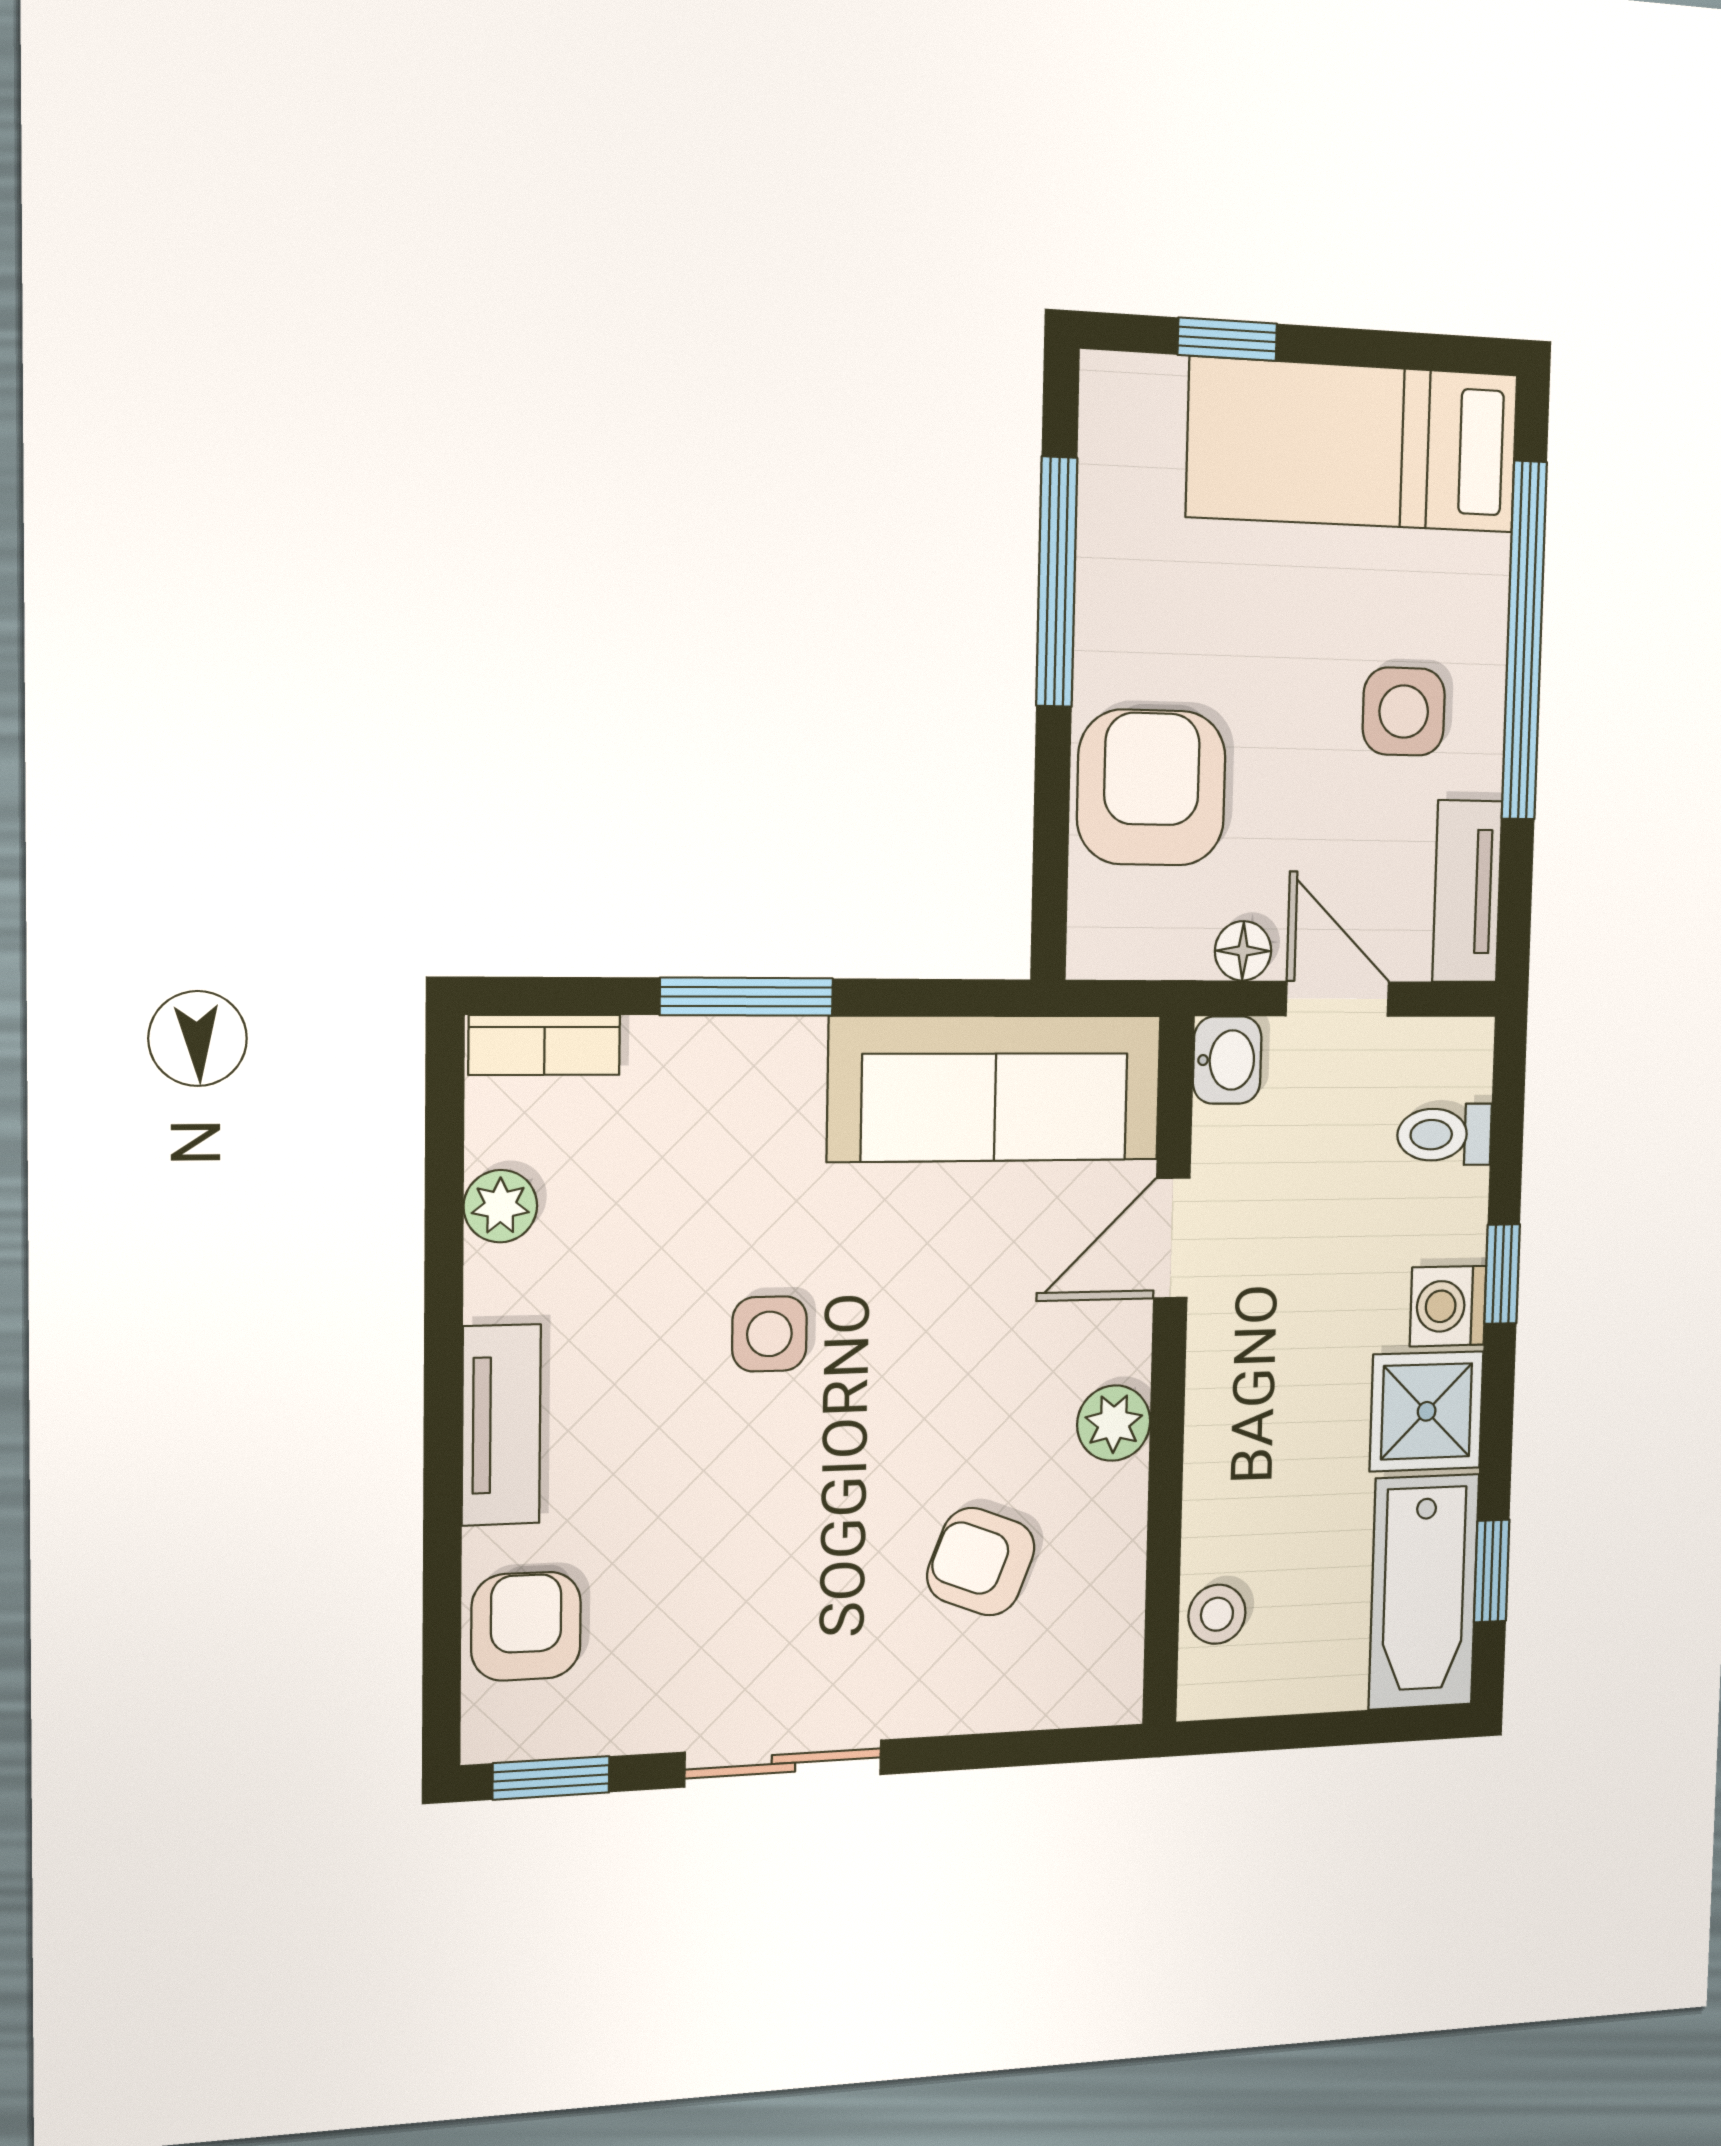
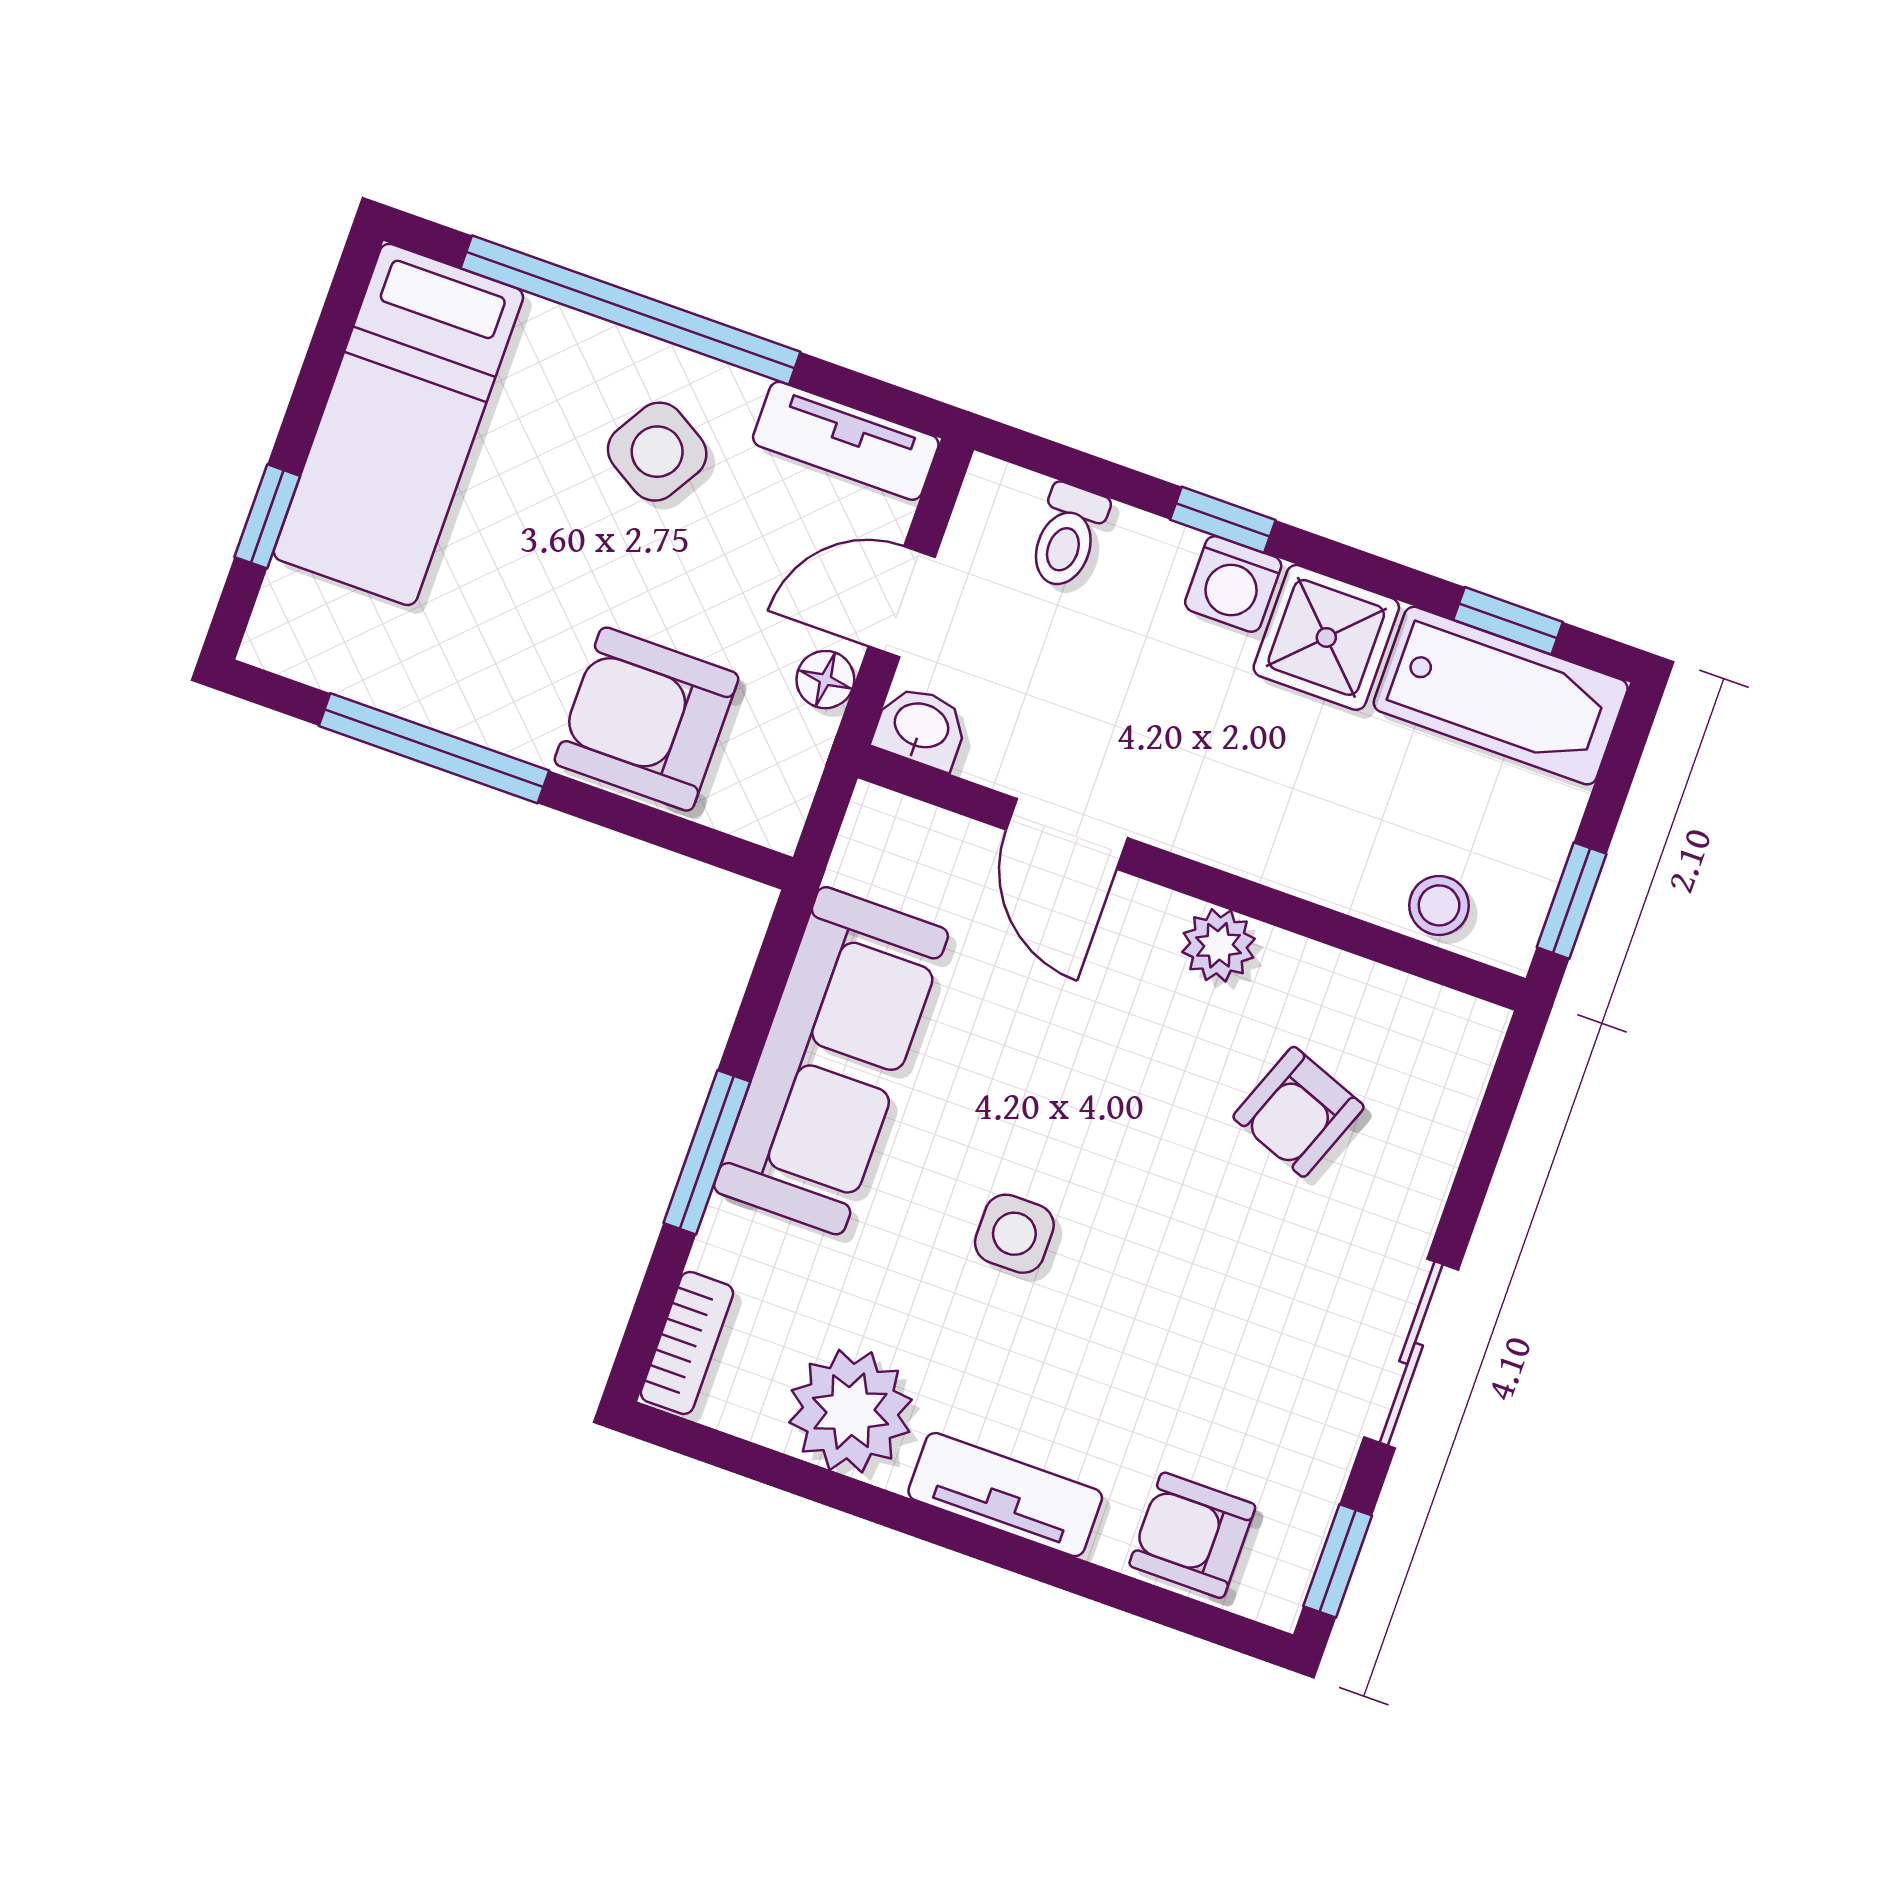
side table: (1404, 712) -> (657, 452), turned 31
sofa: (995, 1088) -> (831, 1061), moved
plant: (500, 1206) -> (850, 1411), width x1.87, depth x1.87
window: (1260, 1734) -> (1572, 901), added

